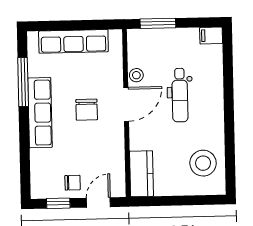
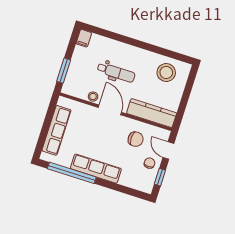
window: (23, 82) -> (72, 173), width x1.46
chair: (87, 110) -> (136, 139), moved
kitchen counter: (142, 174) -> (152, 113), width x1.50

